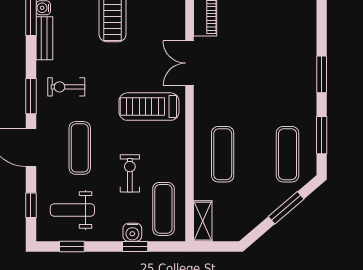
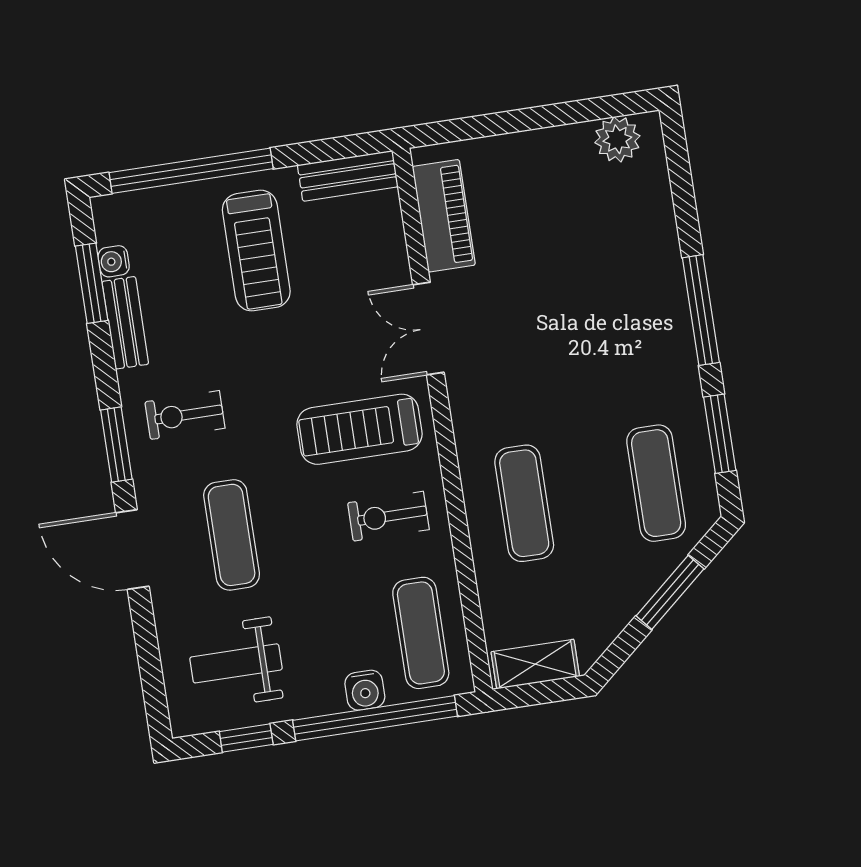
window: (322, 74) -> (701, 310), width x1.44
exercise bike: (130, 173) -> (388, 516), moved, turned -90
window: (31, 205) -> (150, 667), removed
shelving: (203, 221) -> (535, 664), moved, turned 90
window: (135, 247) -> (375, 718), width x3.17

